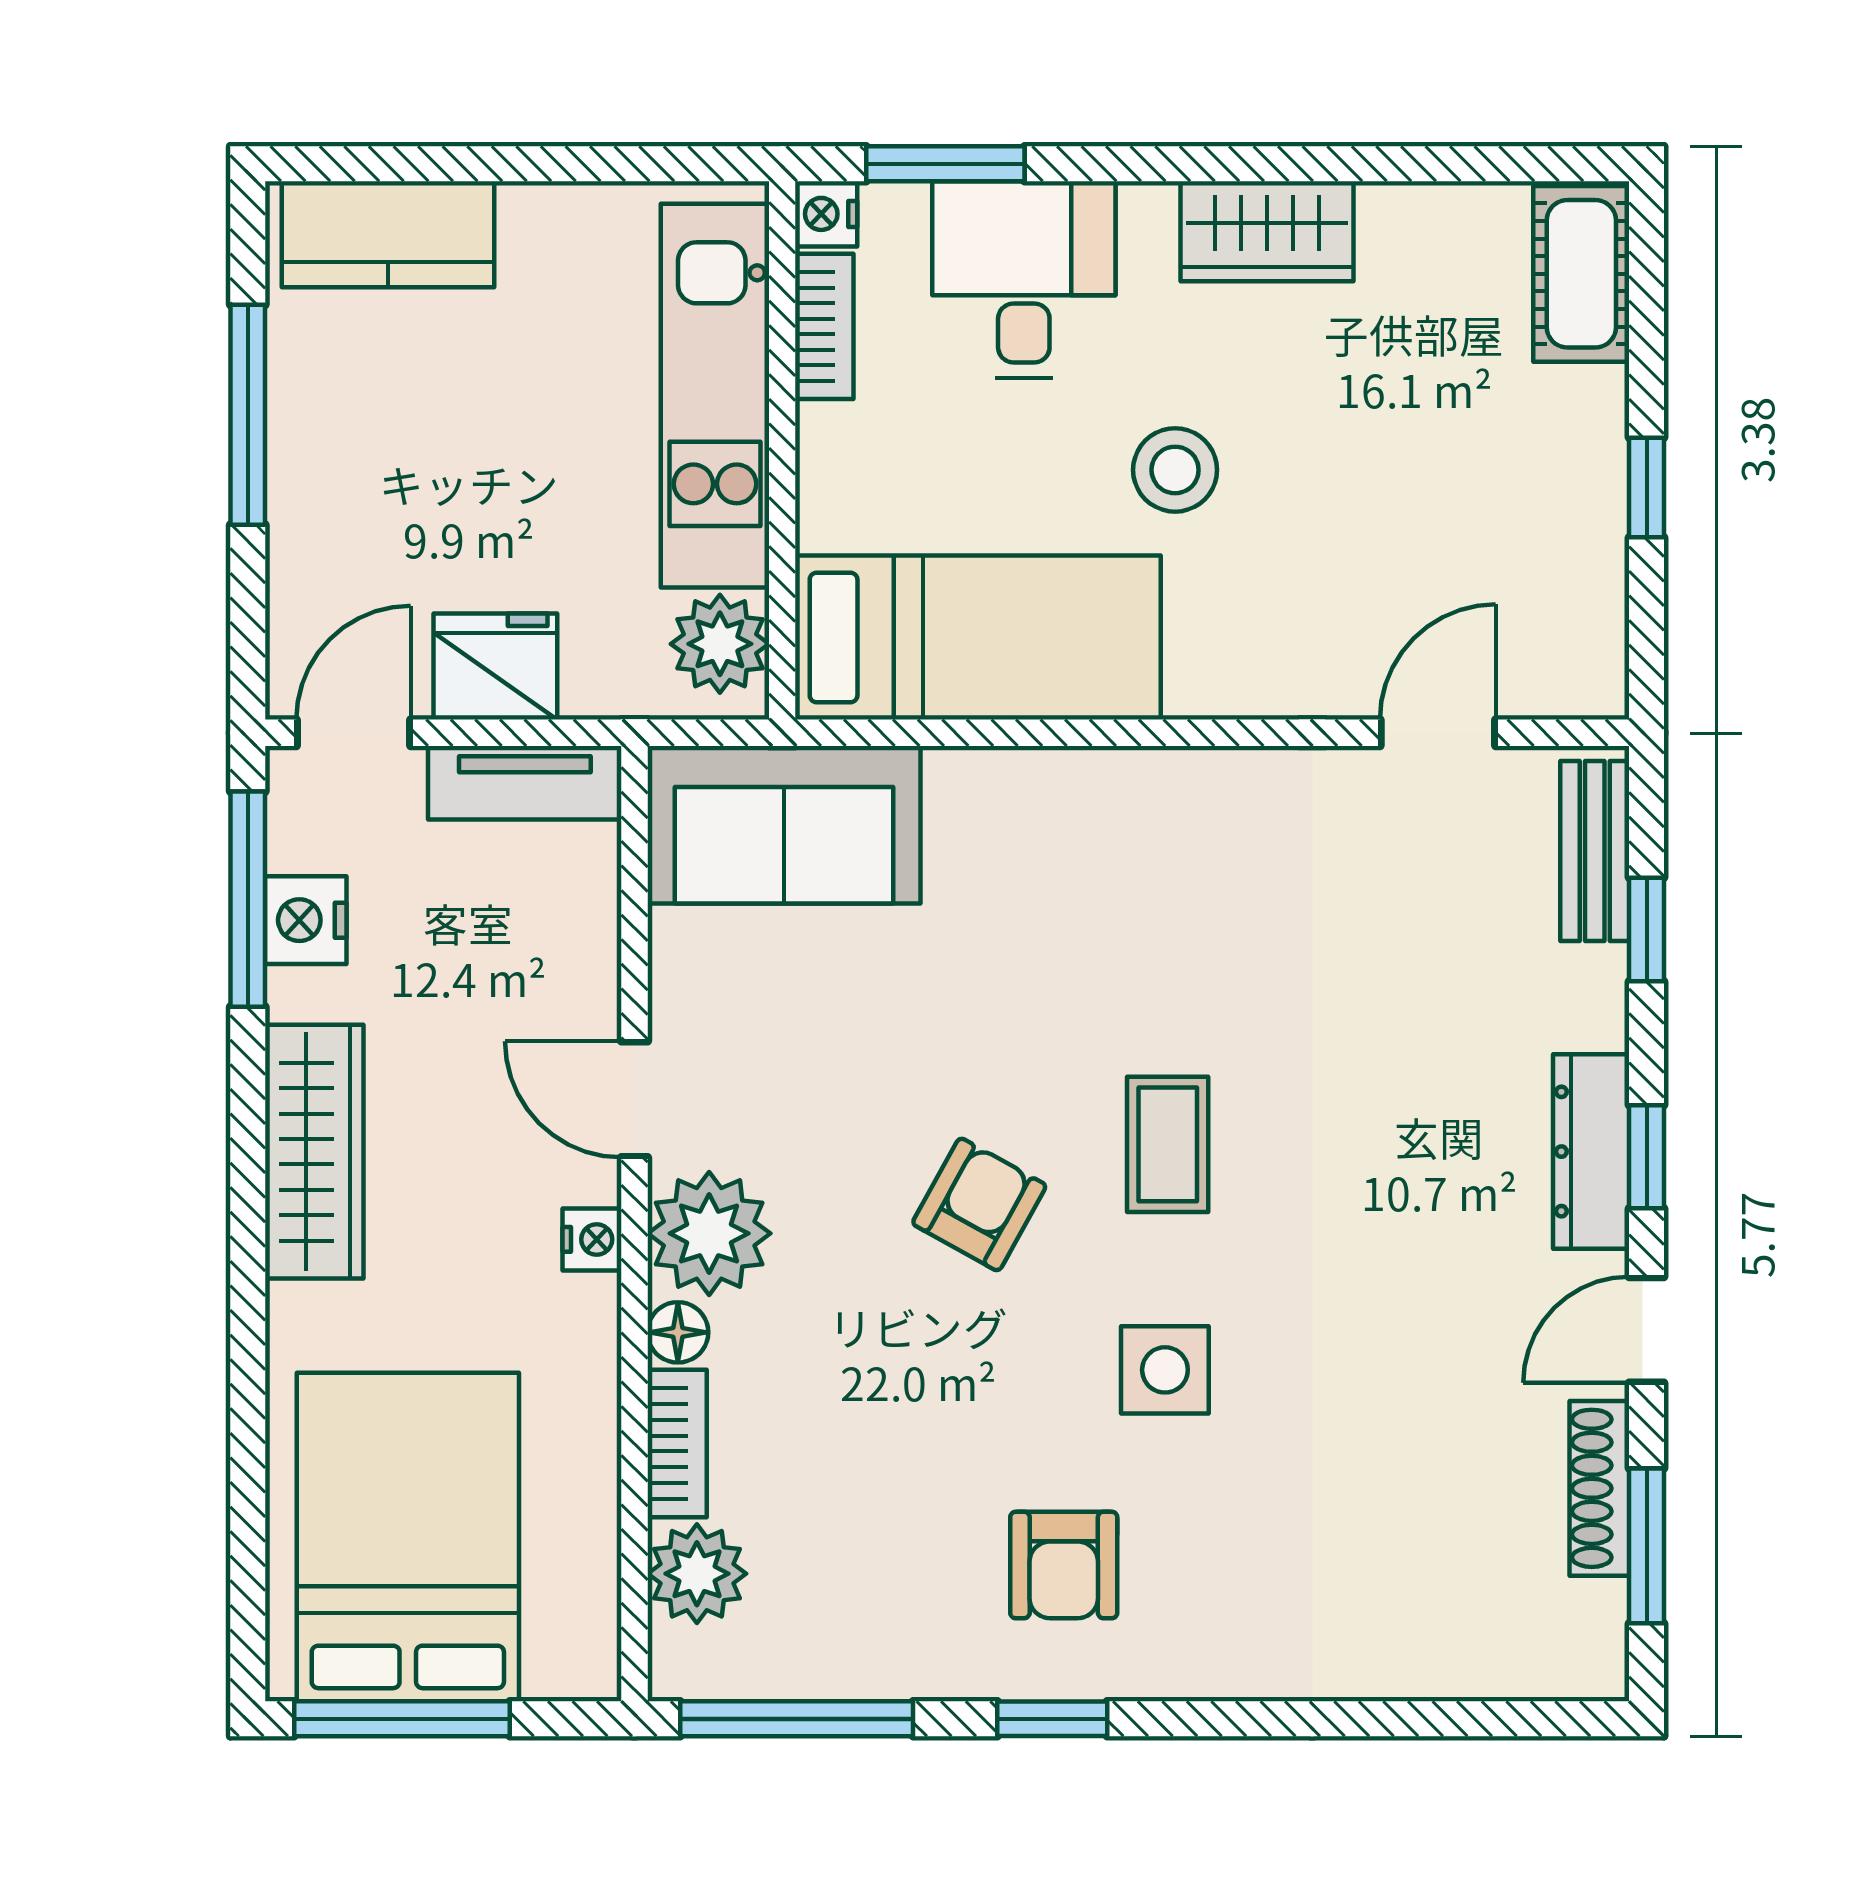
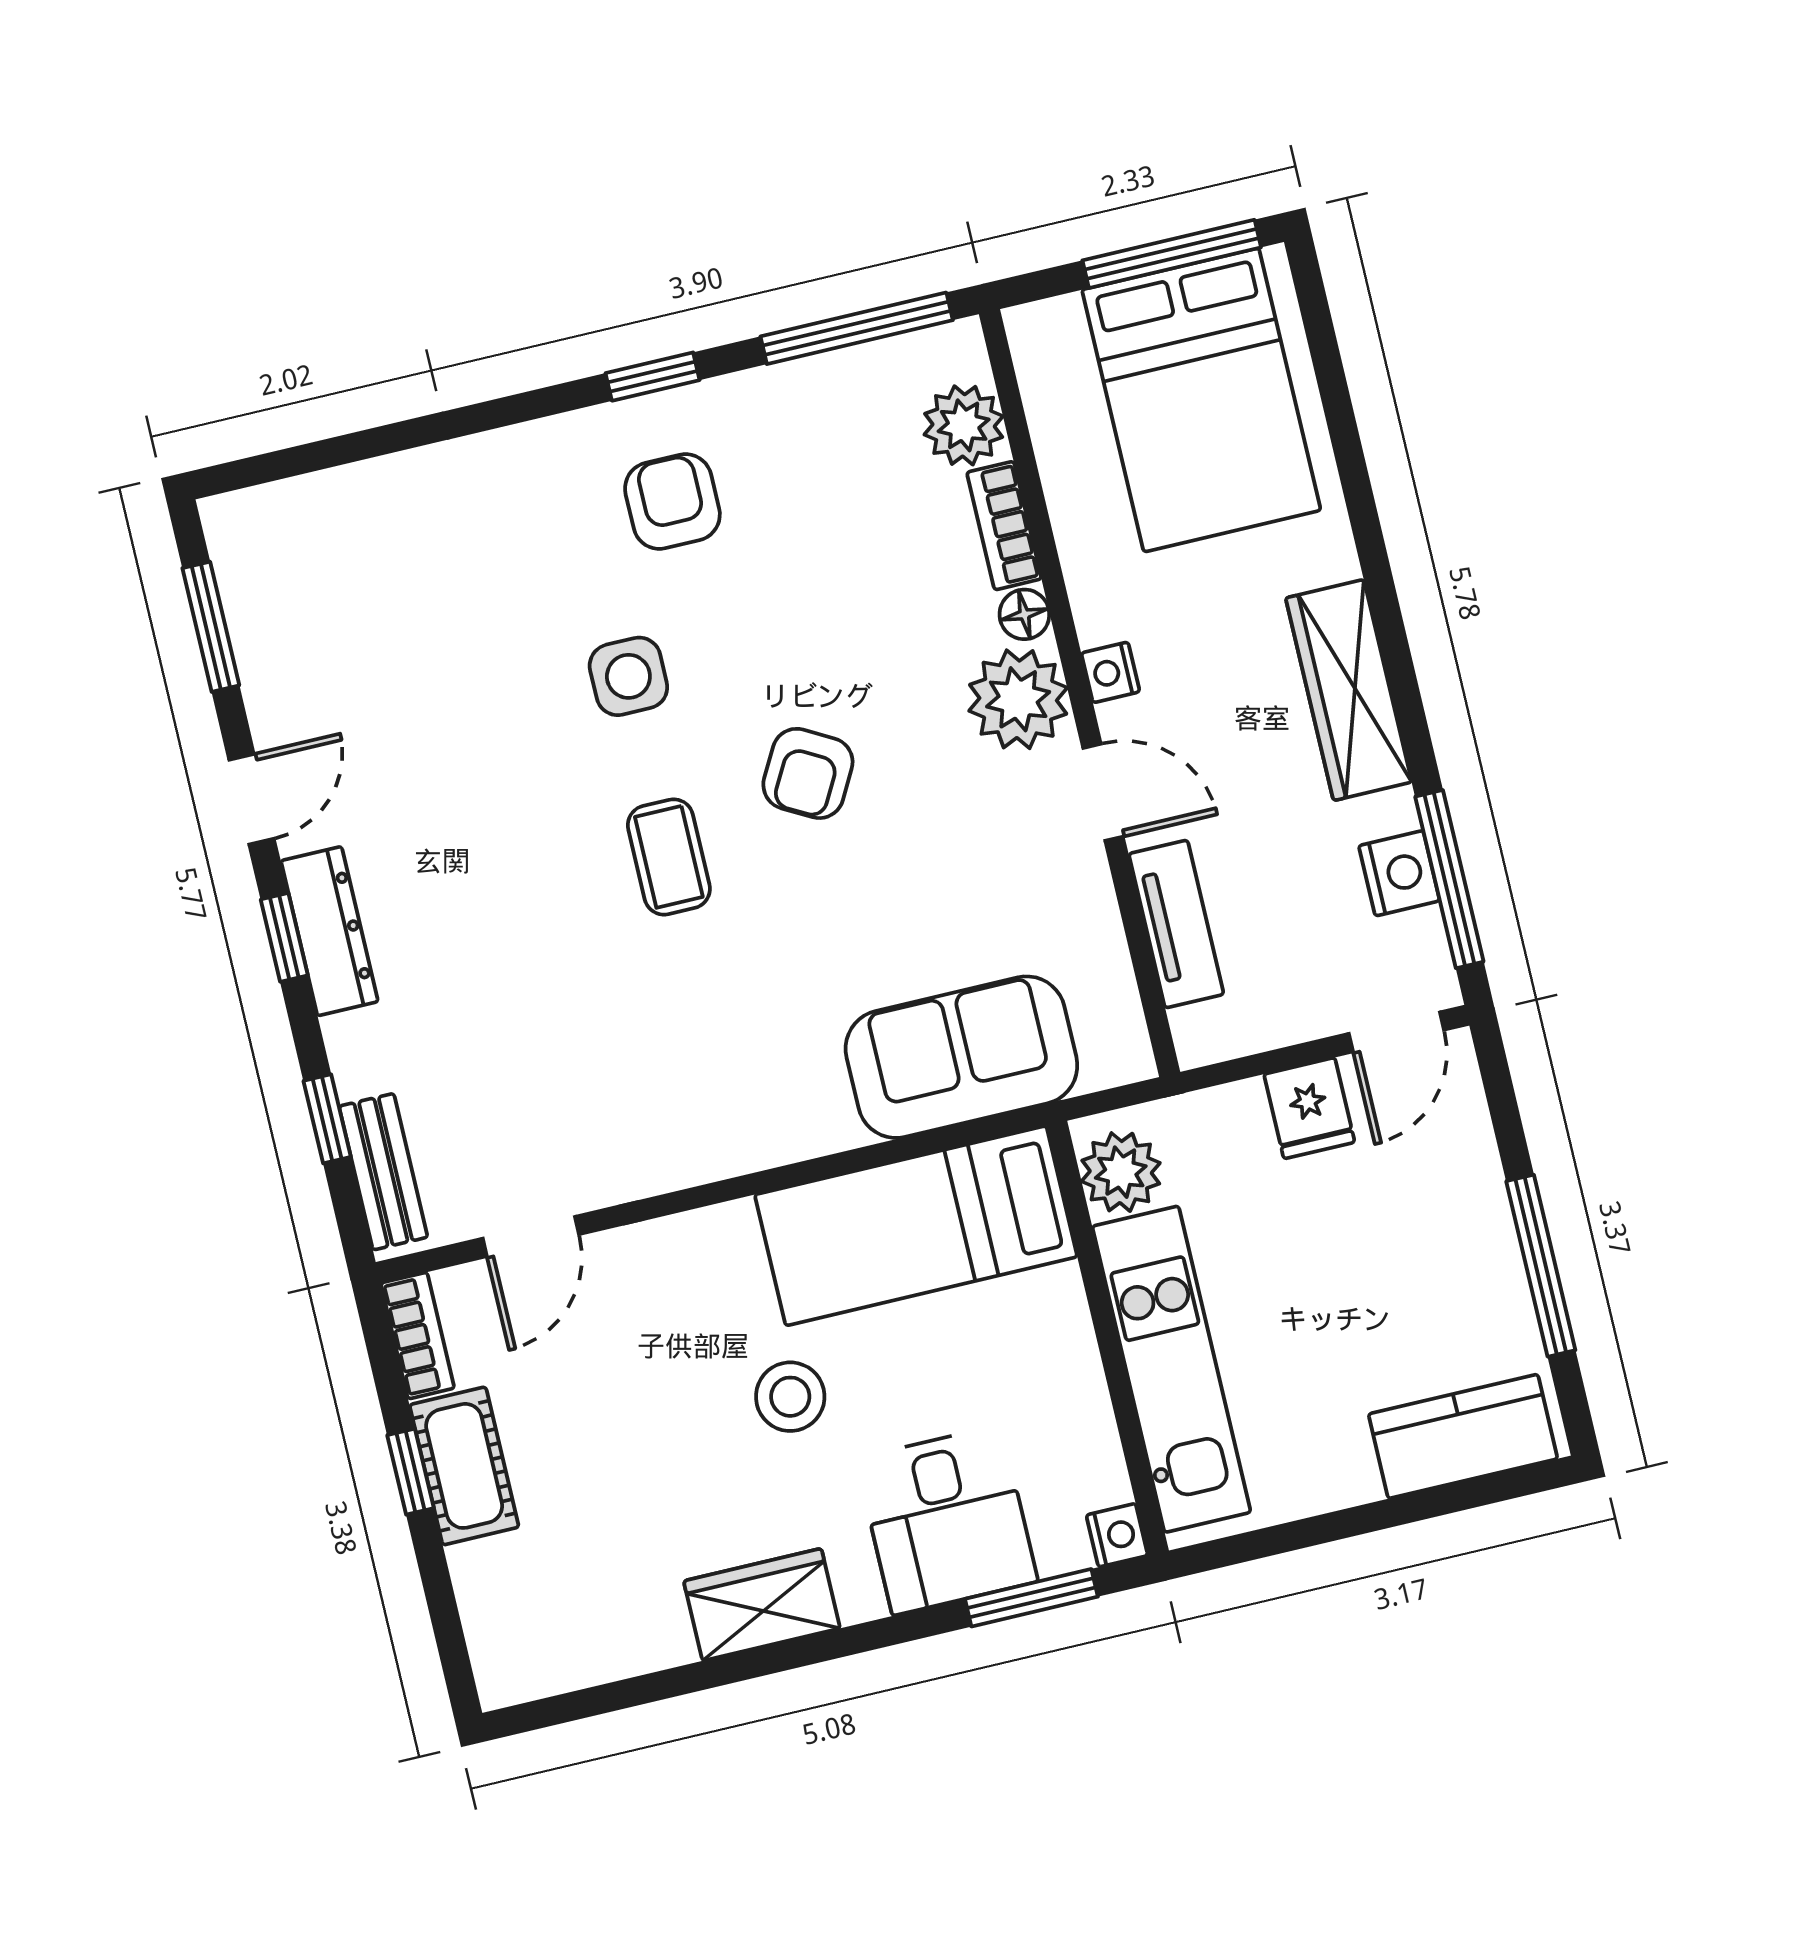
cot: (1581, 274) -> (464, 1466), moved
bookcase: (824, 326) -> (418, 1336), moved, turned 180
fridge: (495, 667) -> (1309, 1108), width x0.72
tv unit: (525, 783) -> (1176, 924), moved, turned 90
sofa: (784, 825) -> (961, 1057), moved
shoe rack: (1599, 1488) -> (259, 664), removed

